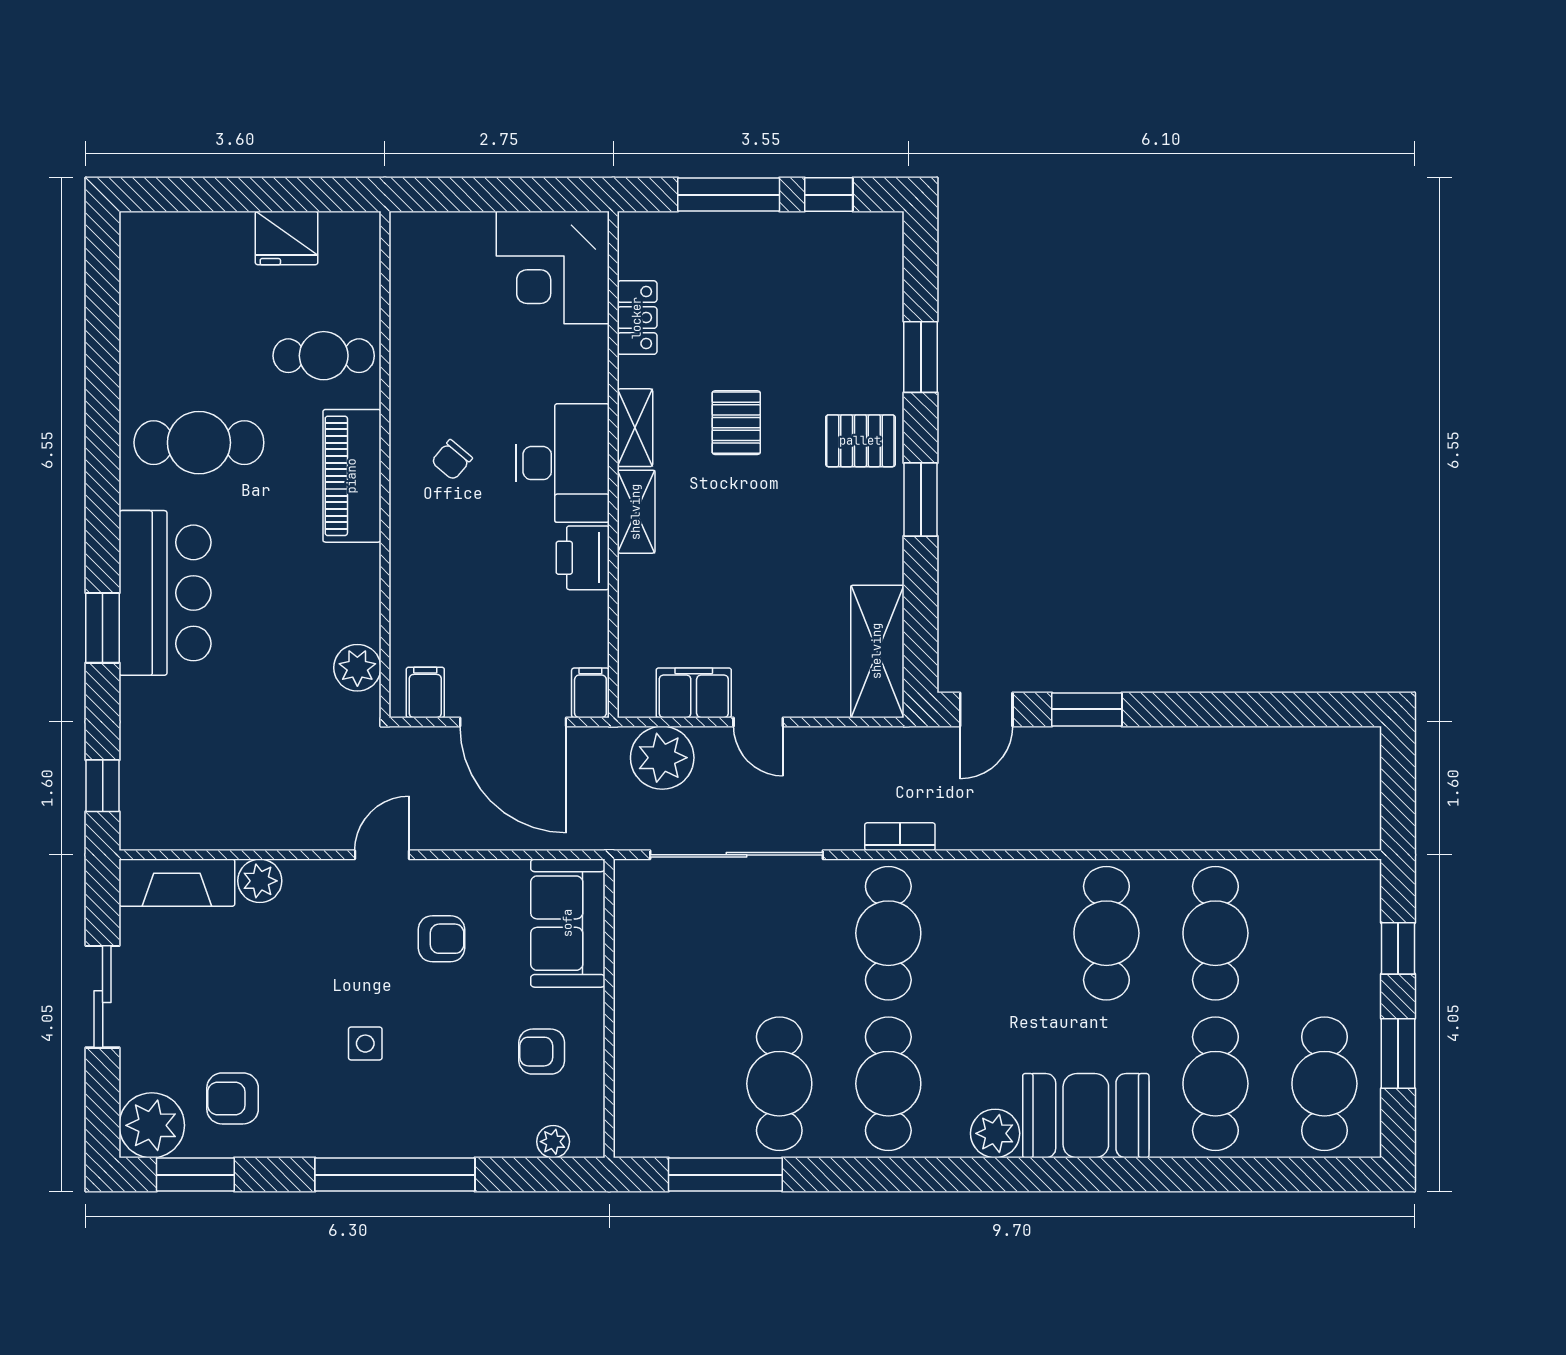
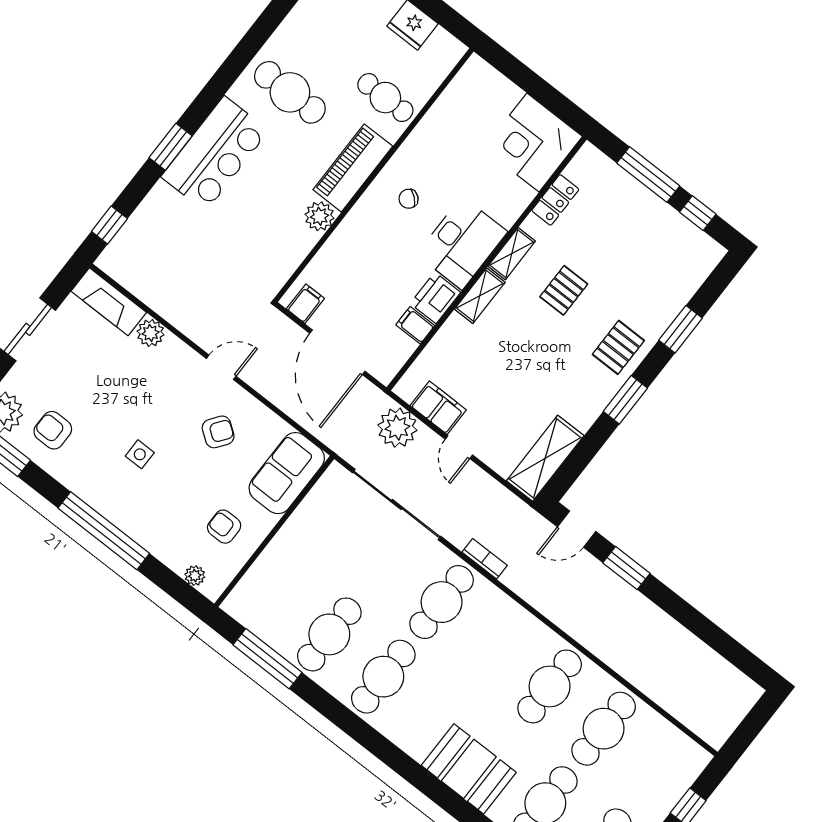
pallet: (860, 441) -> (618, 347), turned 90
plant: (357, 668) -> (319, 216), moved
filing cabinet: (590, 693) -> (415, 325), moved, turned -90
armchair: (442, 939) -> (218, 432), turned -54
plant: (995, 1133) -> (417, 743), removed

